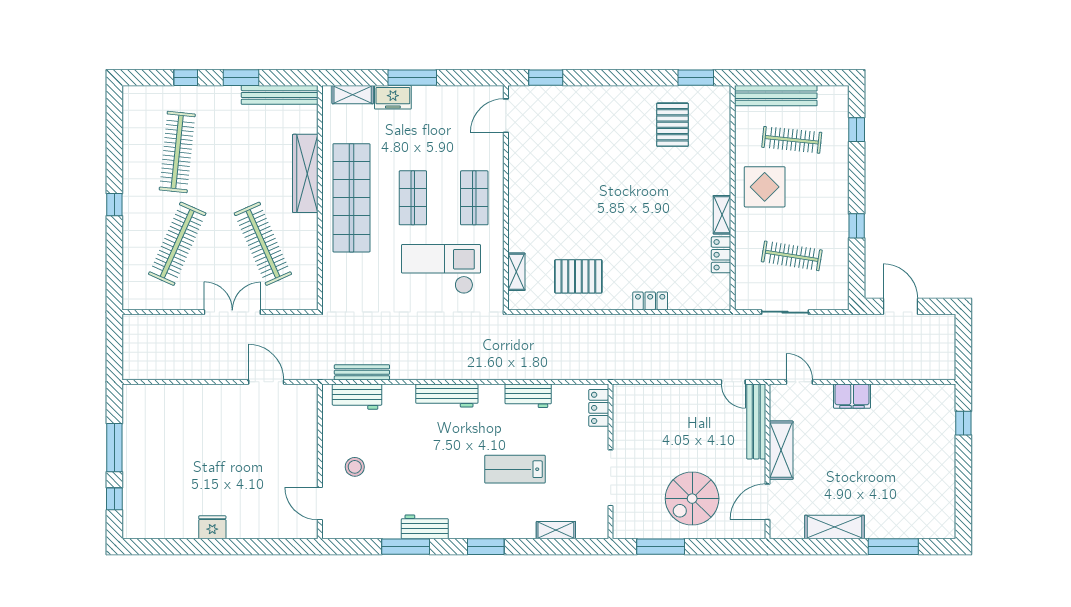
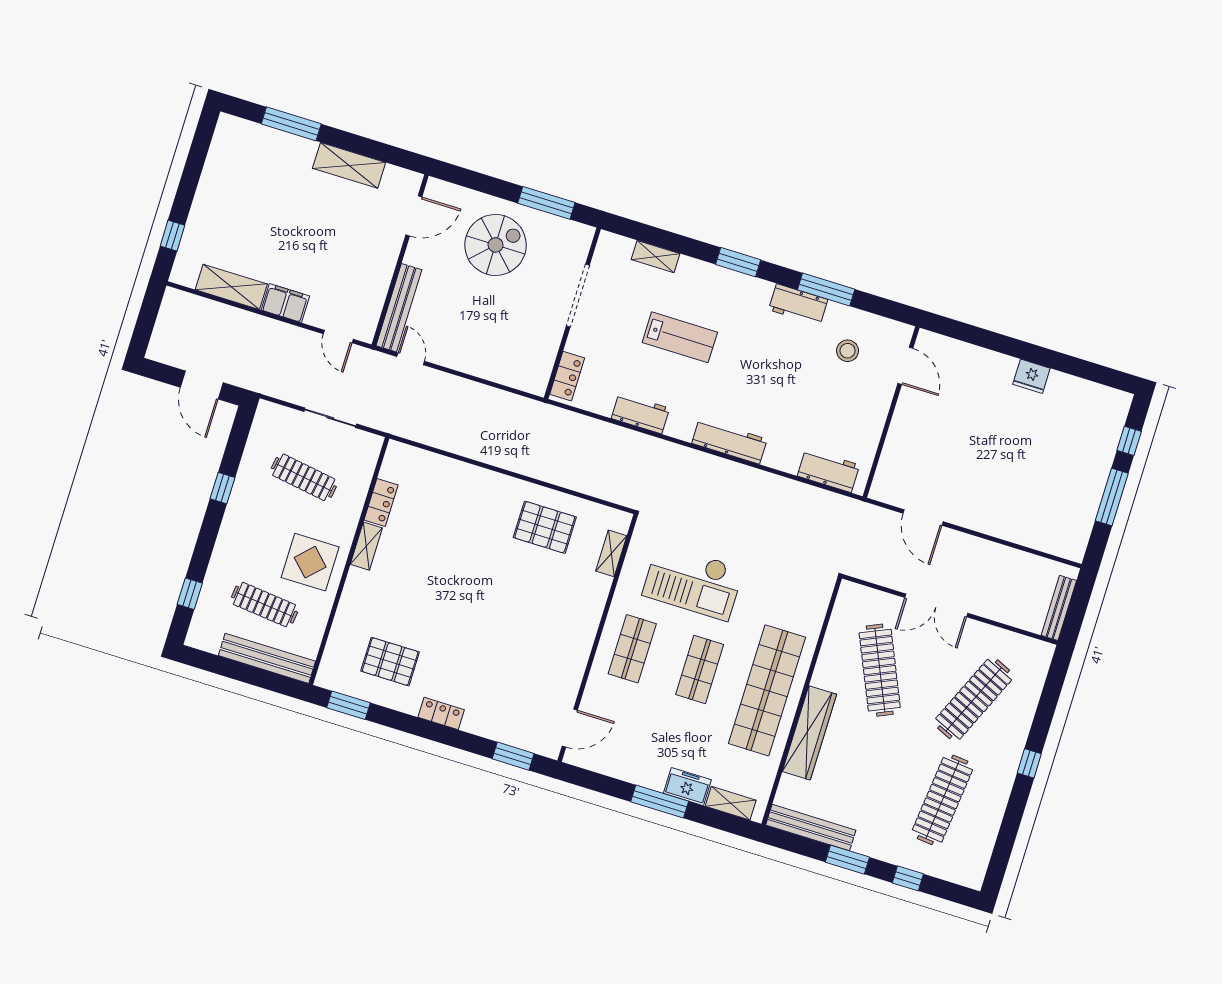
pallet: (672, 125) -> (390, 662), turned 90
locker: (650, 301) -> (441, 714), moved, turned 180
bench: (362, 372) -> (1059, 608), moved, turned 90
shelving: (781, 450) -> (231, 287), moved, turned 90
stool: (355, 467) -> (848, 351), moved

